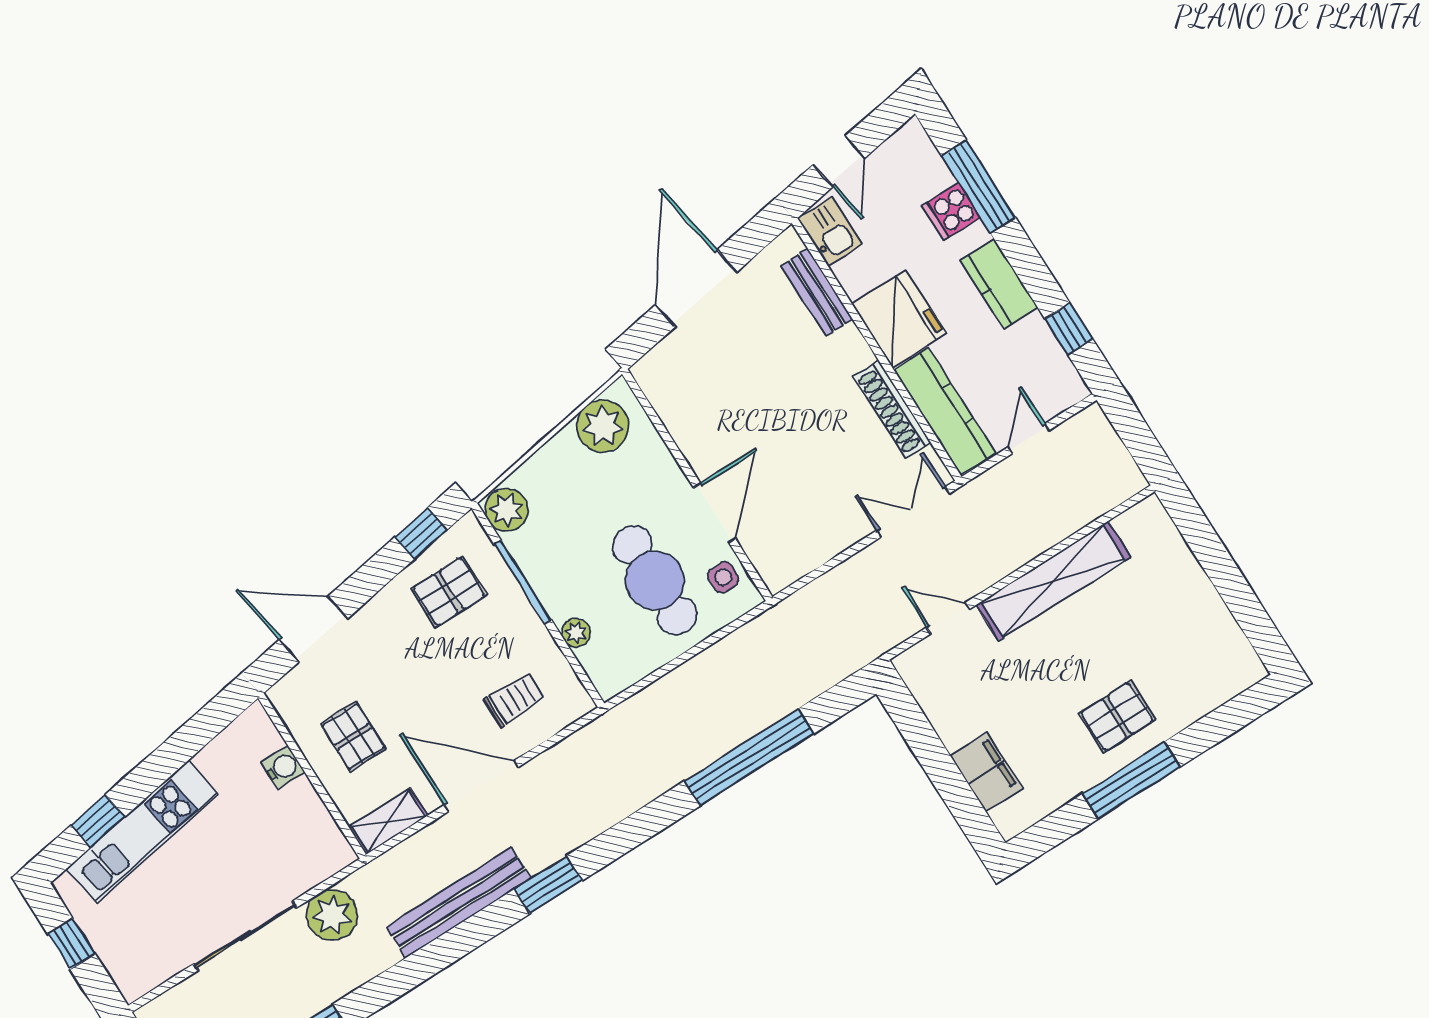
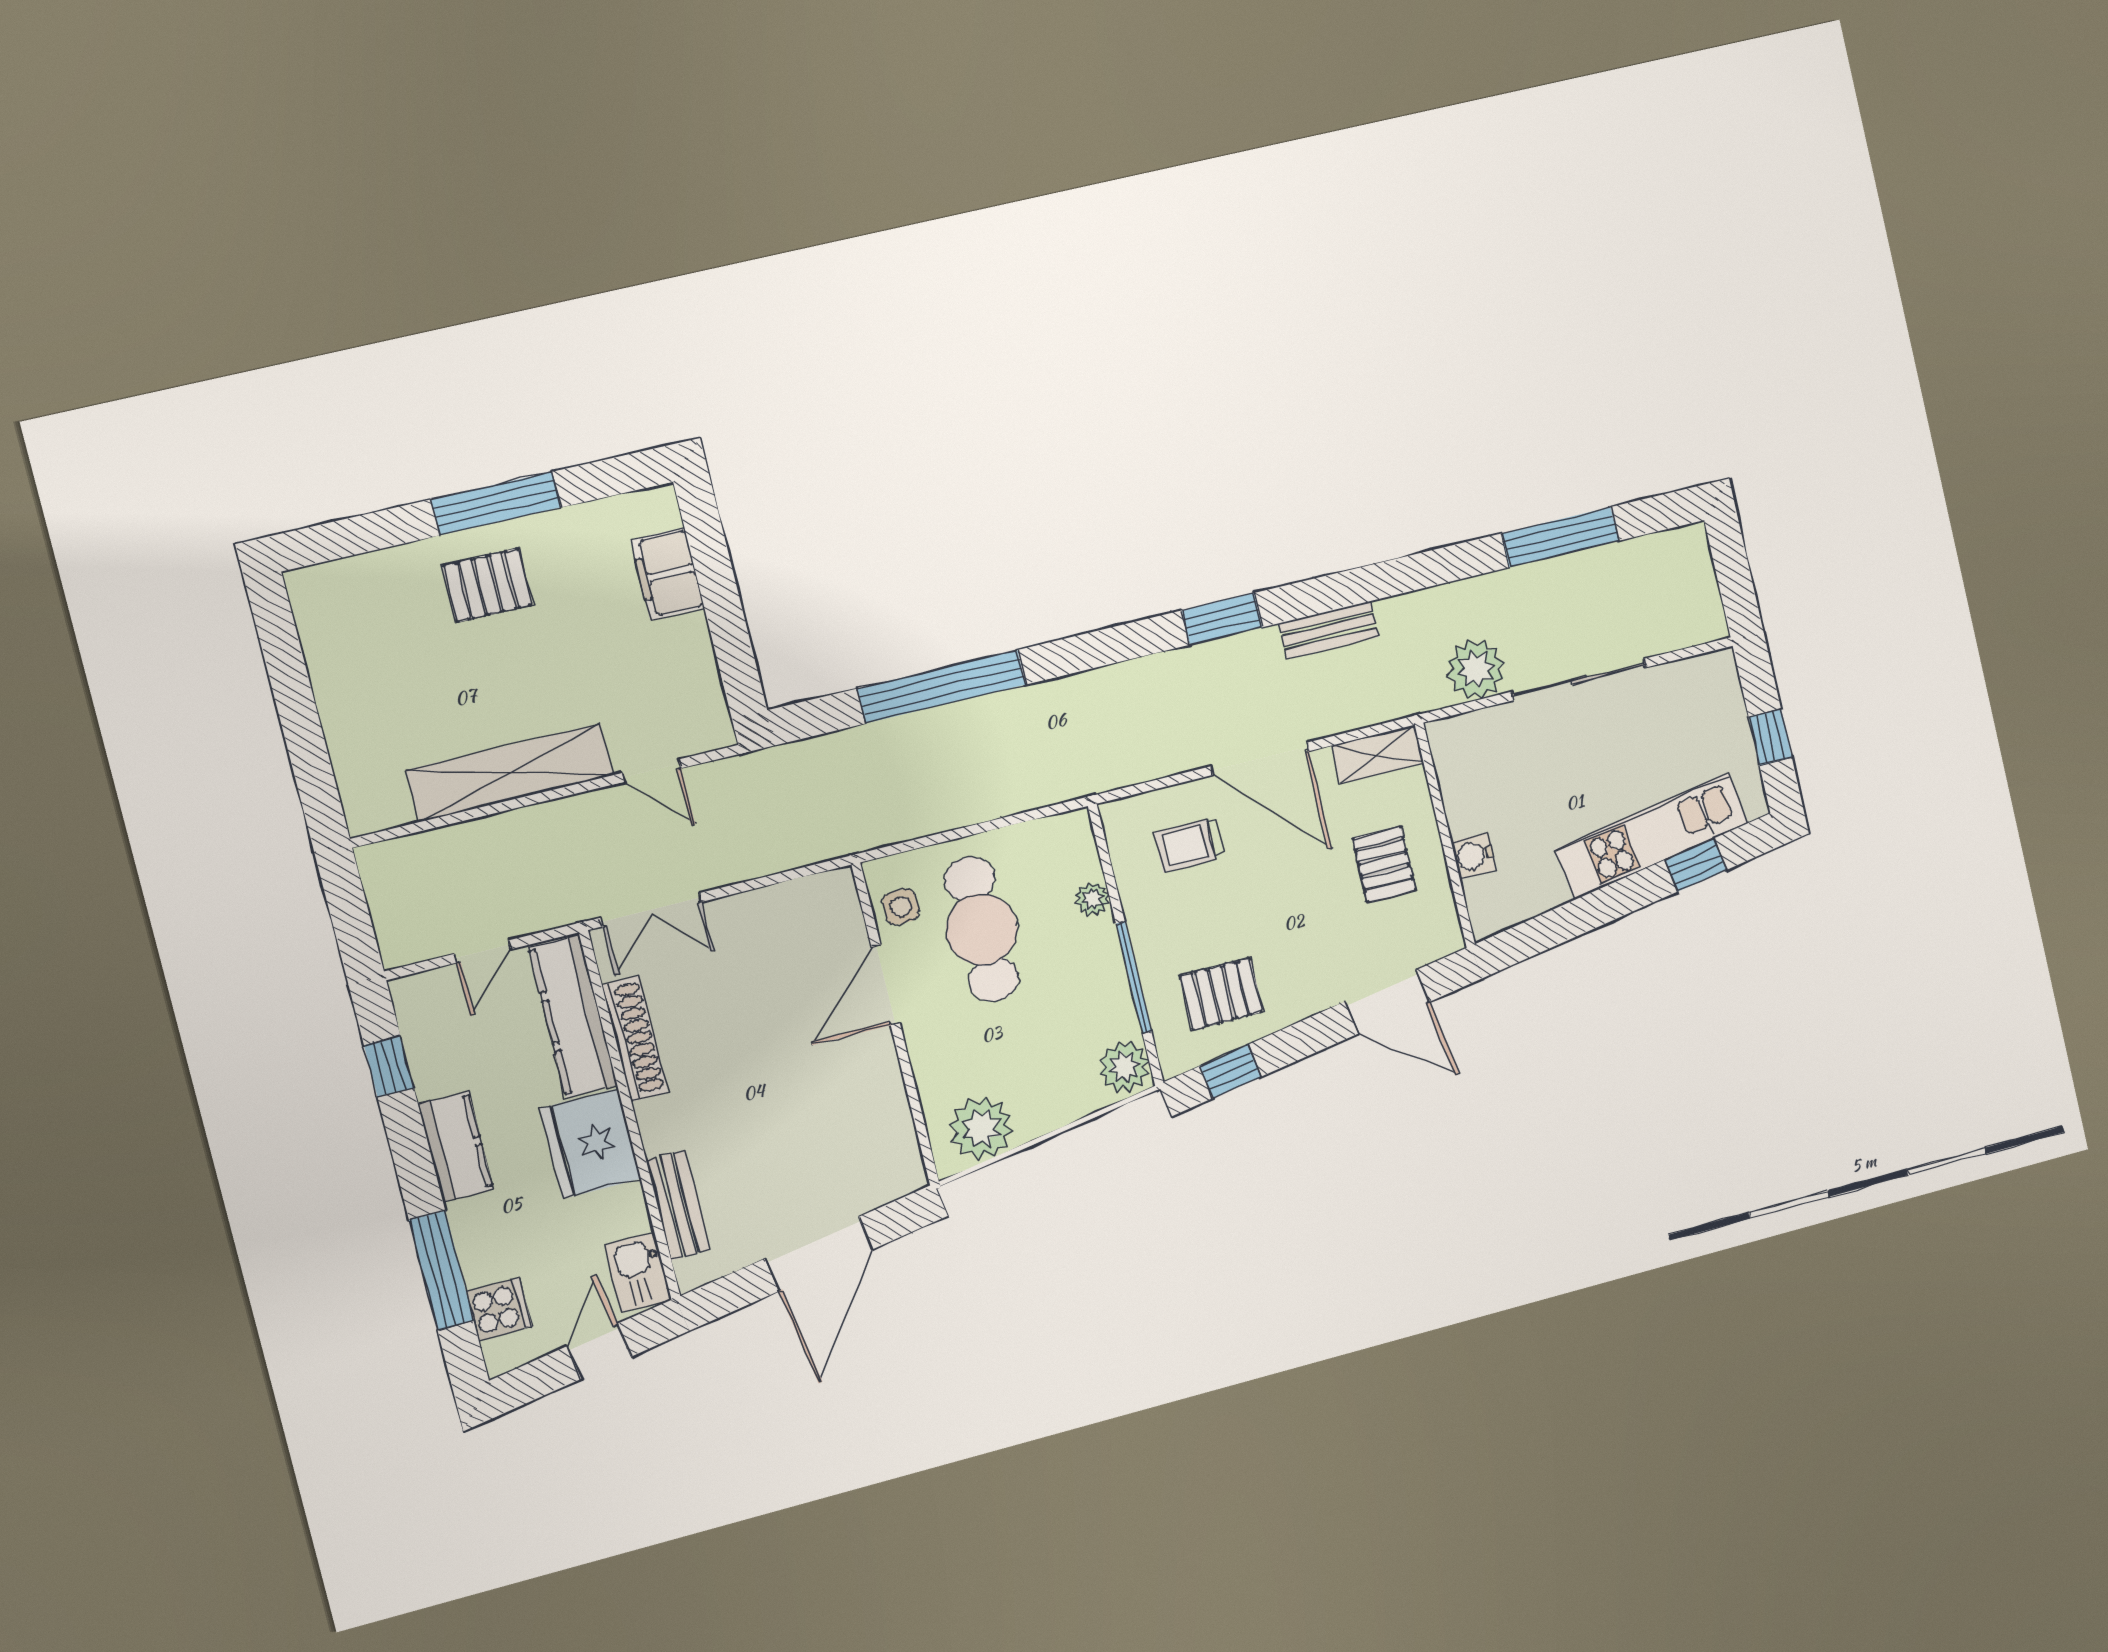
cooker: (951, 211) -> (499, 1309), moved
bench: (459, 902) -> (1329, 630), width x0.54, depth x0.82

